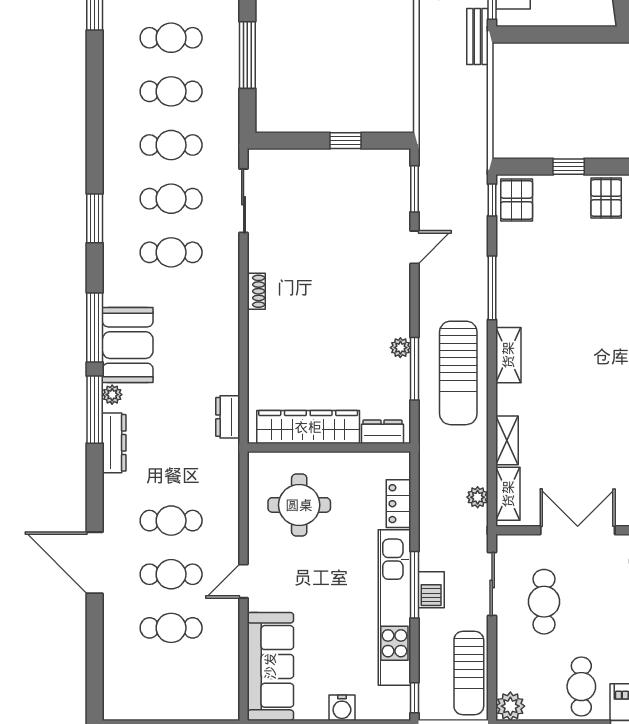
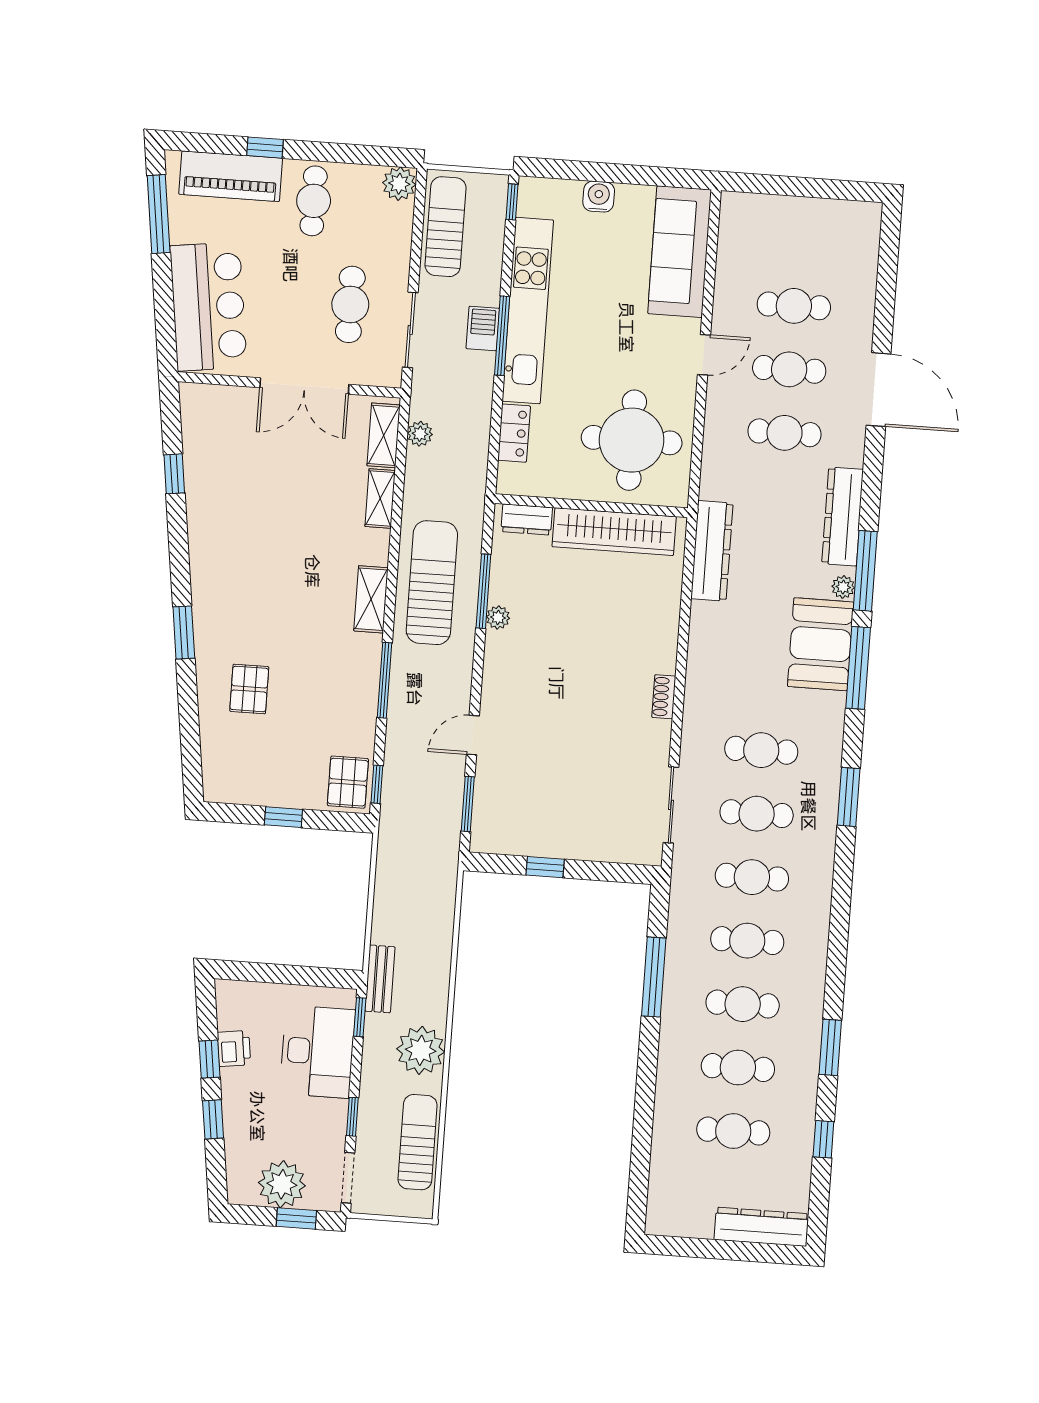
pallet: (606, 198) -> (249, 689), moved
dresser: (228, 417) -> (712, 551), width x1.96, depth x1.24
dresser: (114, 443) -> (843, 517), width x1.37, depth x1.24
round table: (299, 505) -> (632, 440), width x1.36, depth x1.36

